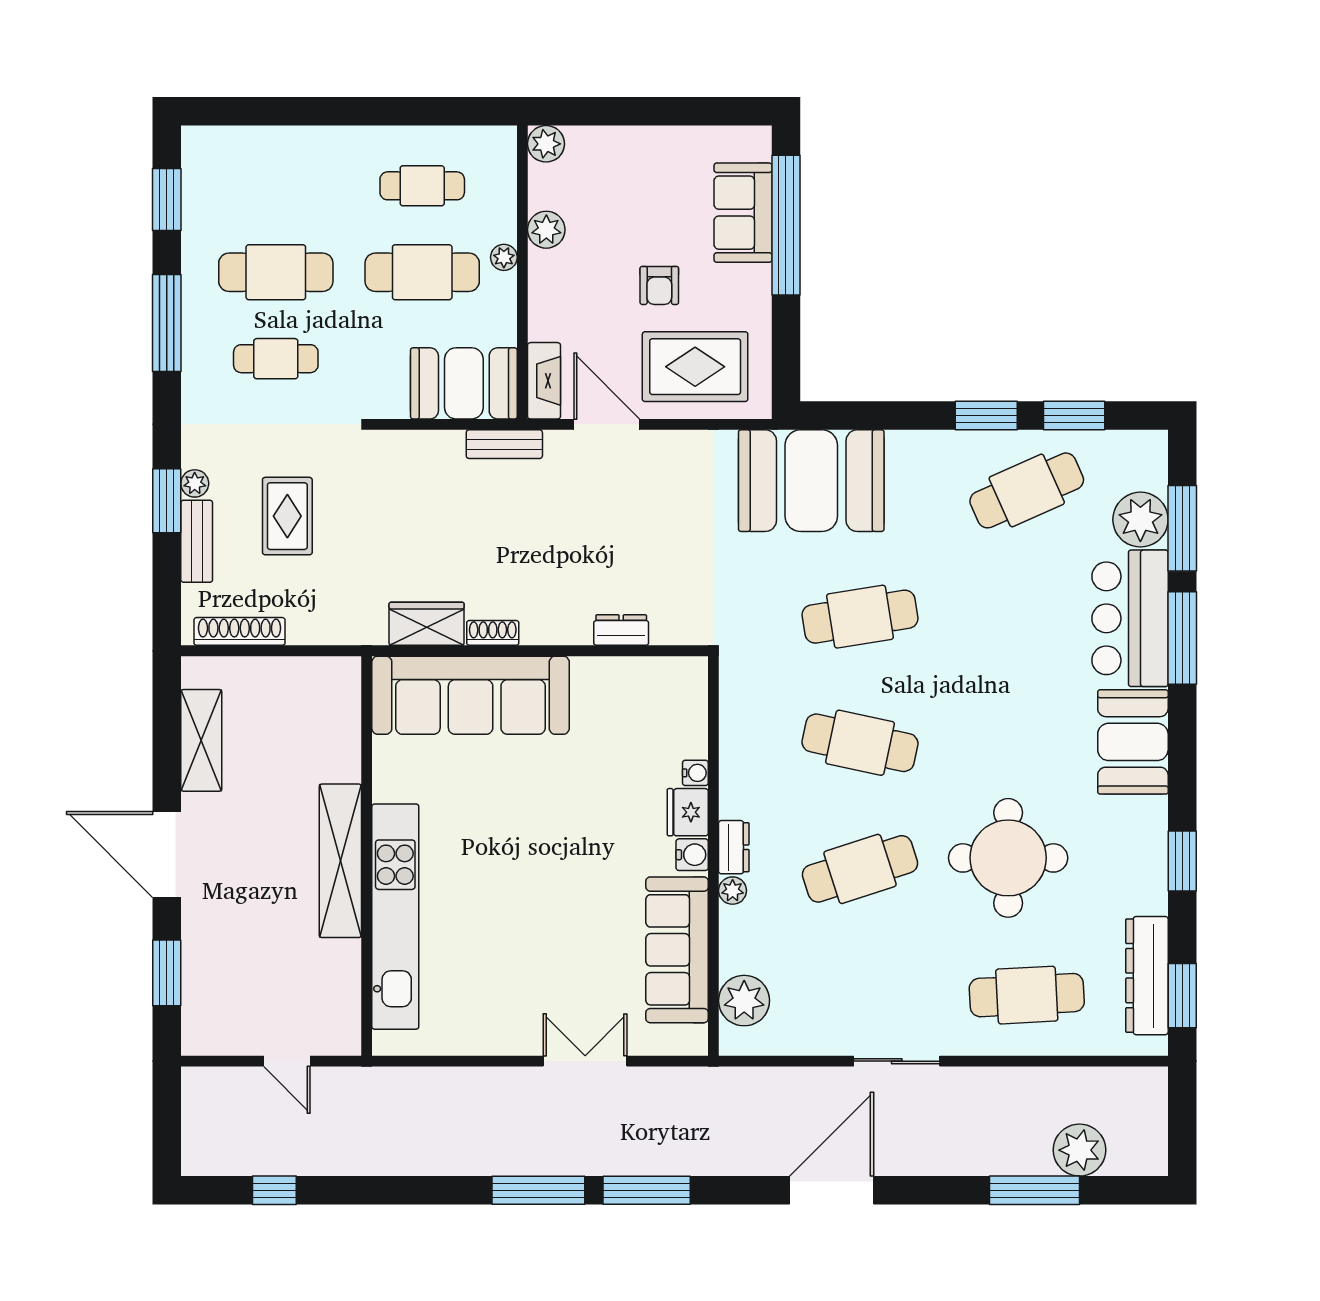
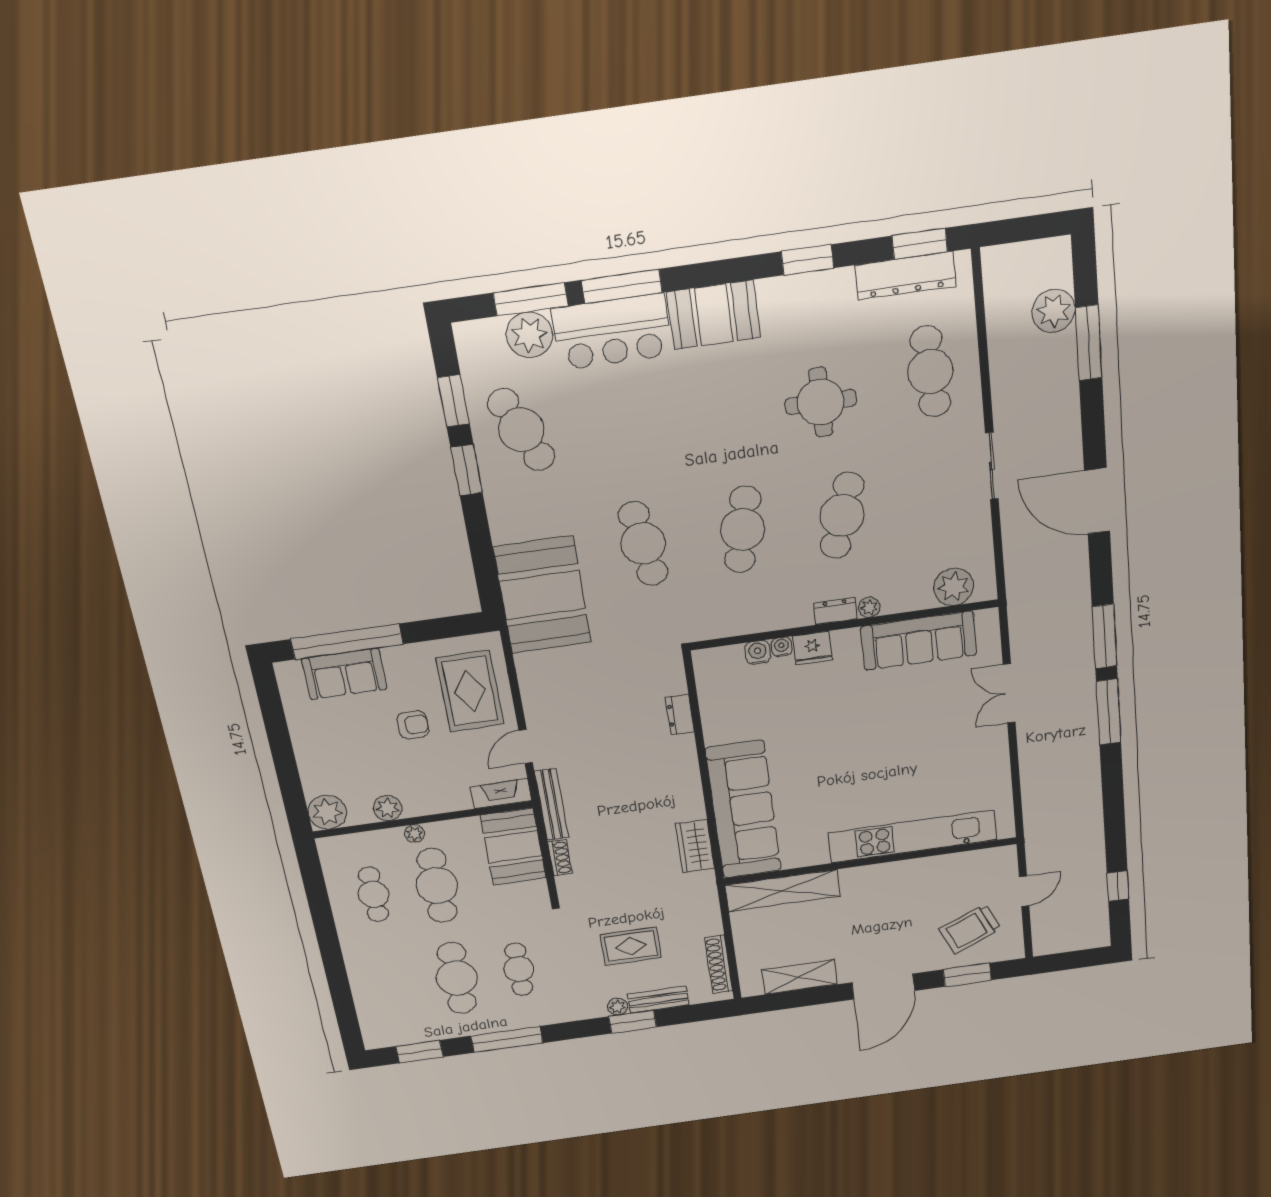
plant: (546, 144) -> (327, 812), width x1.36, depth x1.36
door: (607, 424) -> (526, 746), width x0.73
bench: (504, 444) -> (552, 804), width x1.36
shoe rack: (493, 633) -> (560, 858), moved, turned 180
water cooler: (692, 855) -> (758, 653), moved
round table: (1008, 858) -> (821, 402), width x0.73, depth x0.73
shelving: (340, 861) -> (783, 891), moved
cafe table: (860, 869) -> (842, 515), turned 36
trolley: (240, 982) -> (970, 929), added

